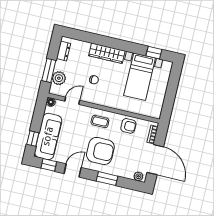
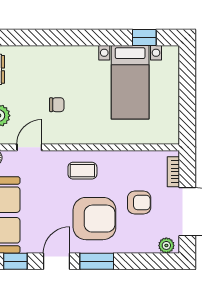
wardrobe: (107, 53) -> (68, 57), removed
armchair: (128, 126) -> (139, 203), moved
window: (107, 179) -> (97, 261), moved

